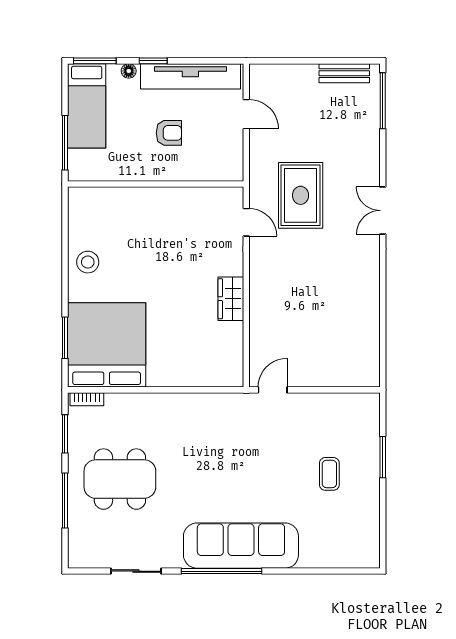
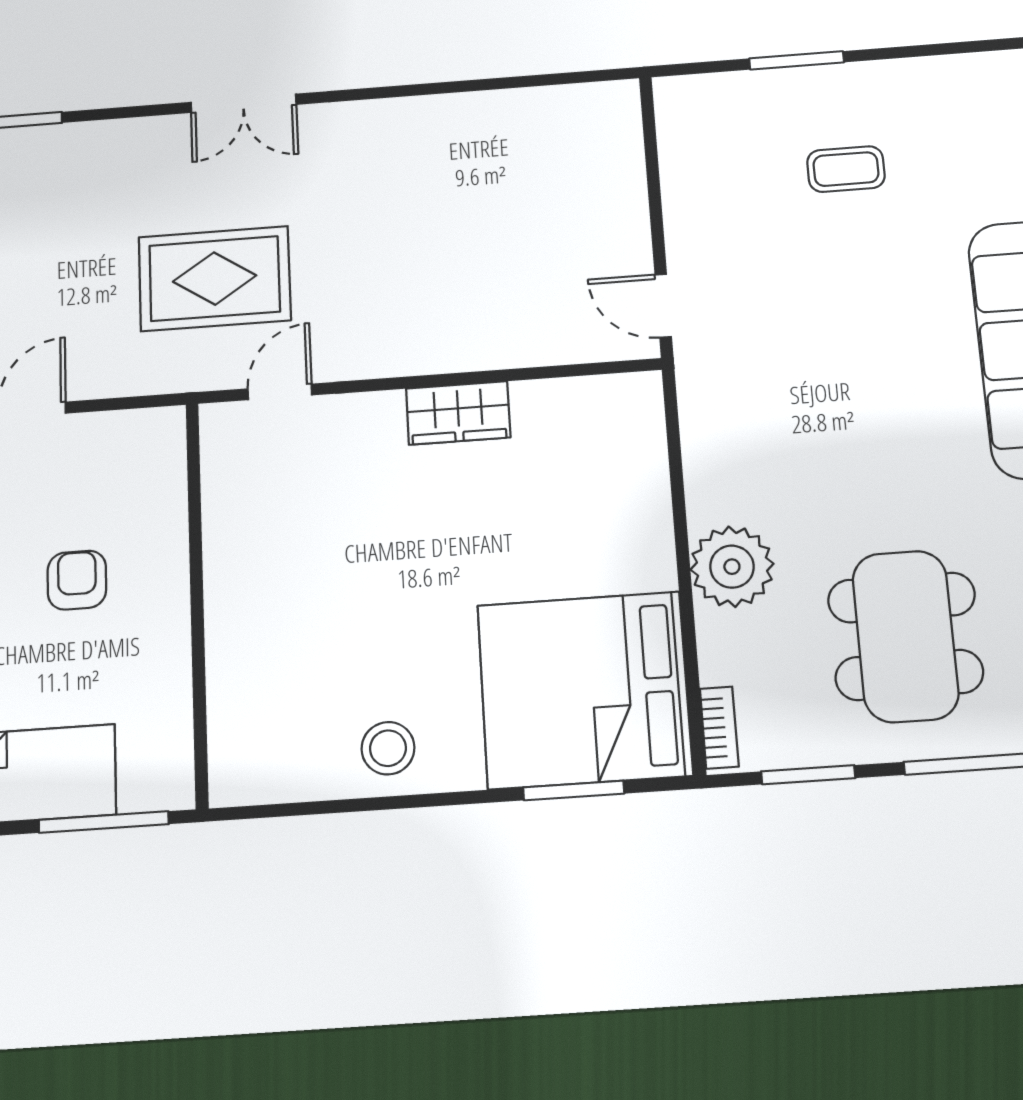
plant: (155, 410) -> (732, 567), added

